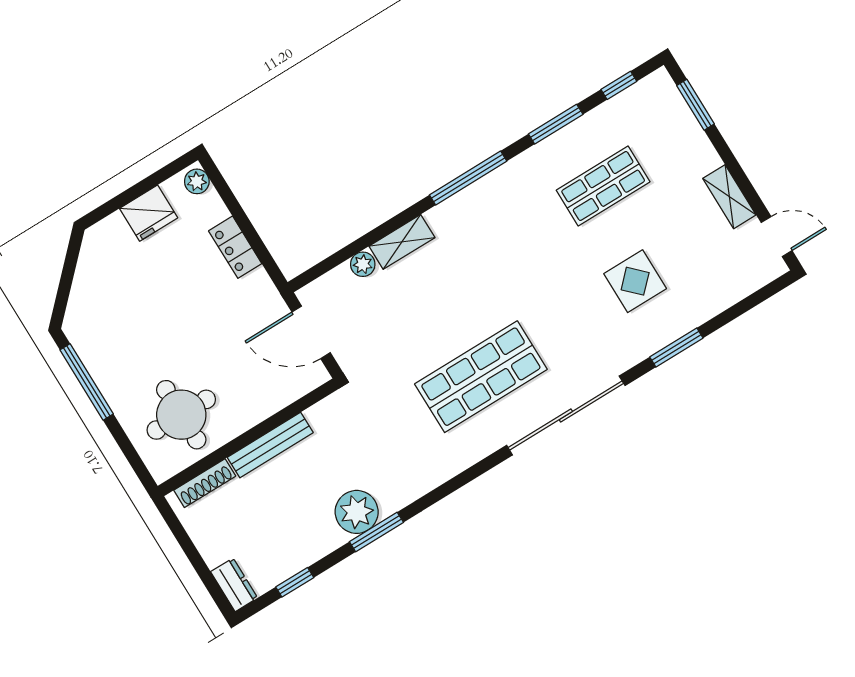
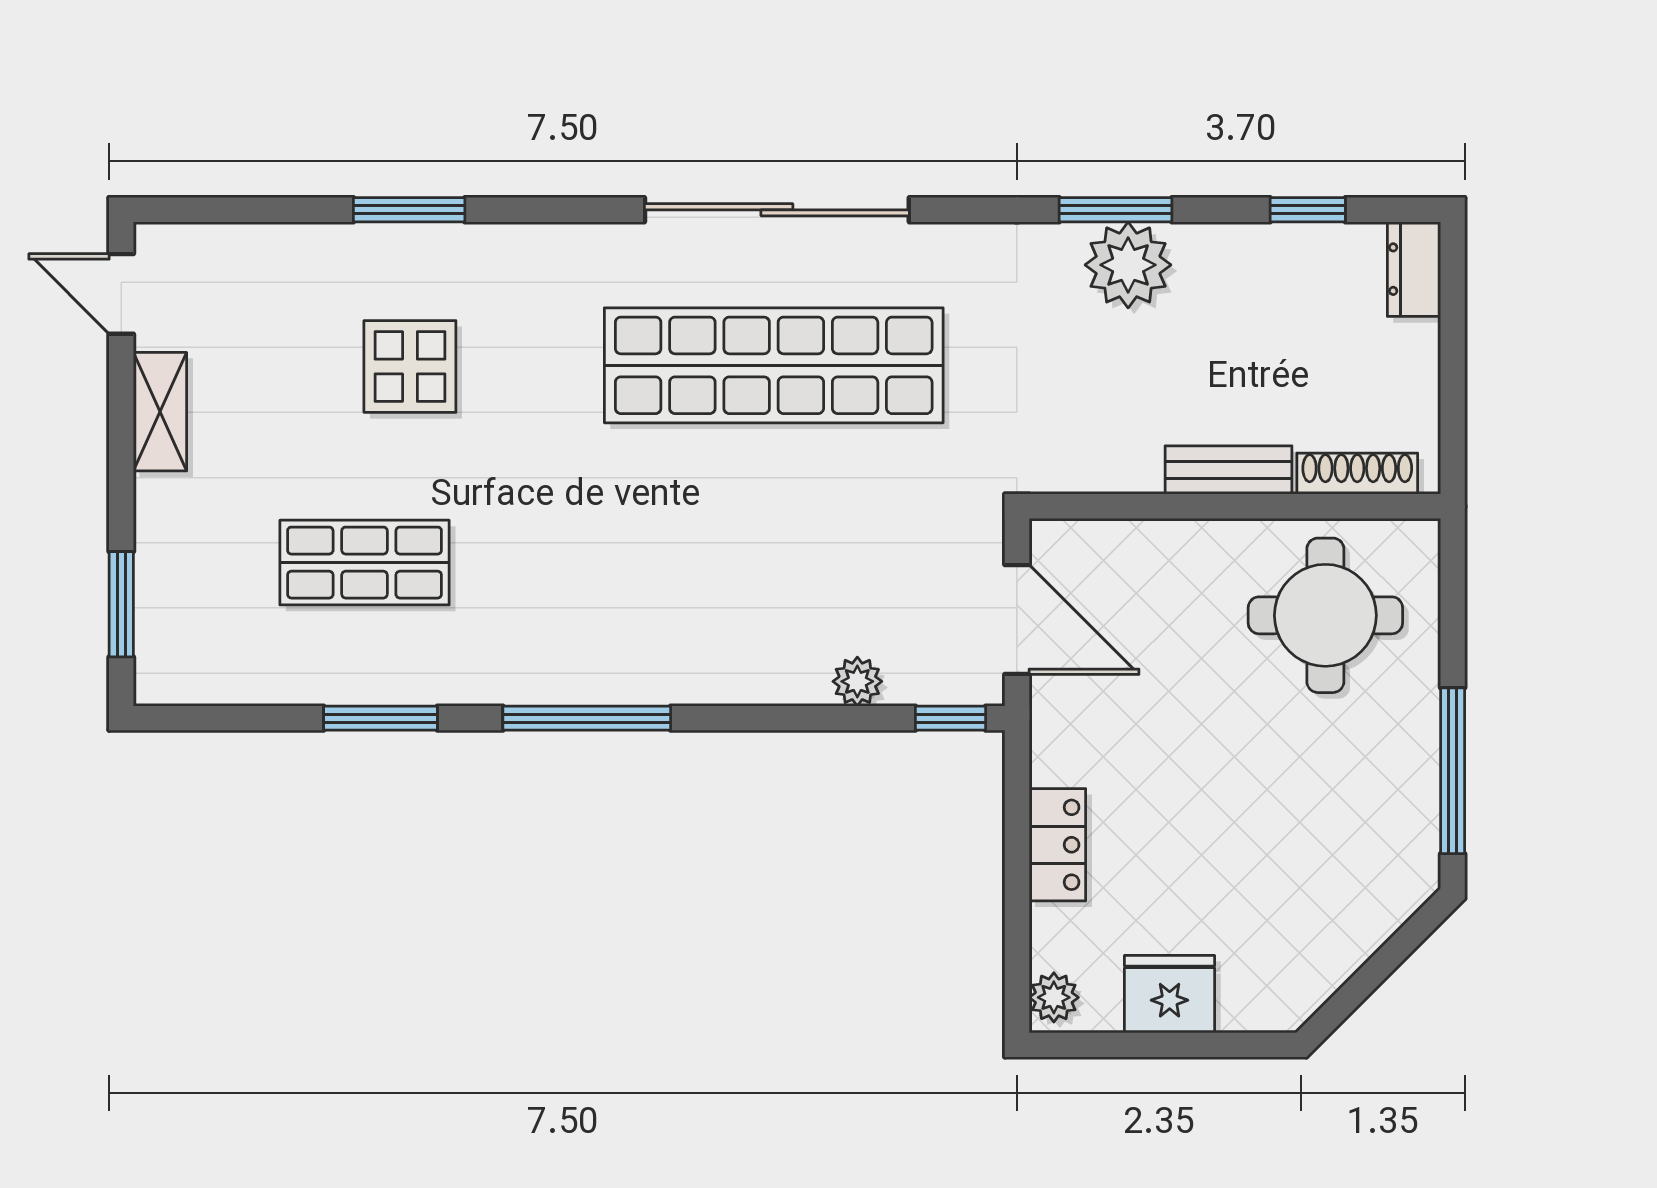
window: (619, 85) -> (950, 718), moved
shelving: (402, 242) -> (767, 679), removed
shop shelf: (481, 377) -> (774, 365), width x1.40
sliding door: (566, 415) -> (777, 210), moved
bench: (270, 445) -> (1228, 470), width x0.73

